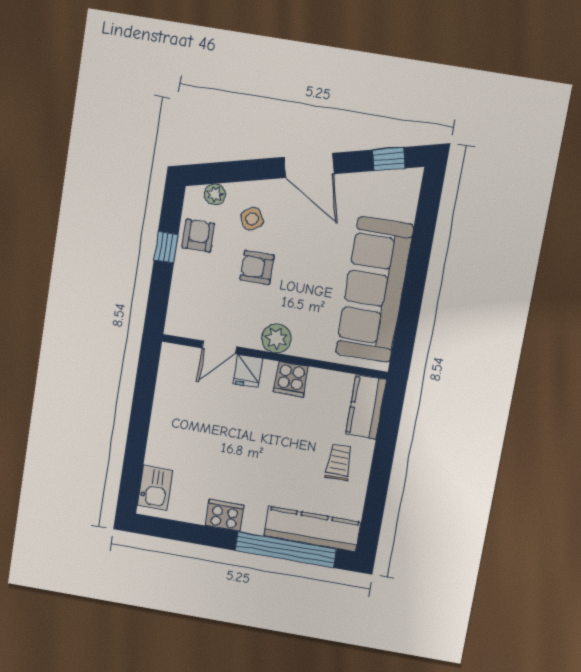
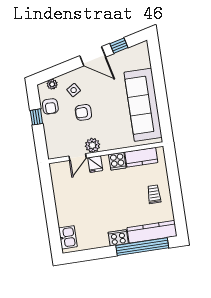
window: (389, 159) -> (119, 46), moved
armchair: (198, 235) -> (50, 106), turned 180
plant: (276, 338) -> (92, 145), moved
kitchen counter: (366, 407) -> (141, 157), moved, turned -90
cooker: (225, 515) -> (118, 238), moved

